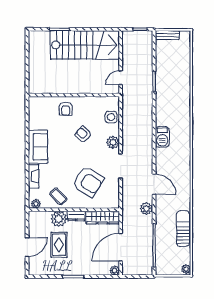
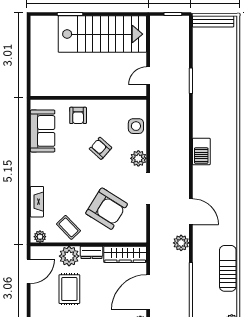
bench: (167, 35) -> (213, 21), width x1.36
sofa: (38, 147) -> (43, 131), moved
door: (27, 247) -> (29, 271), moved

